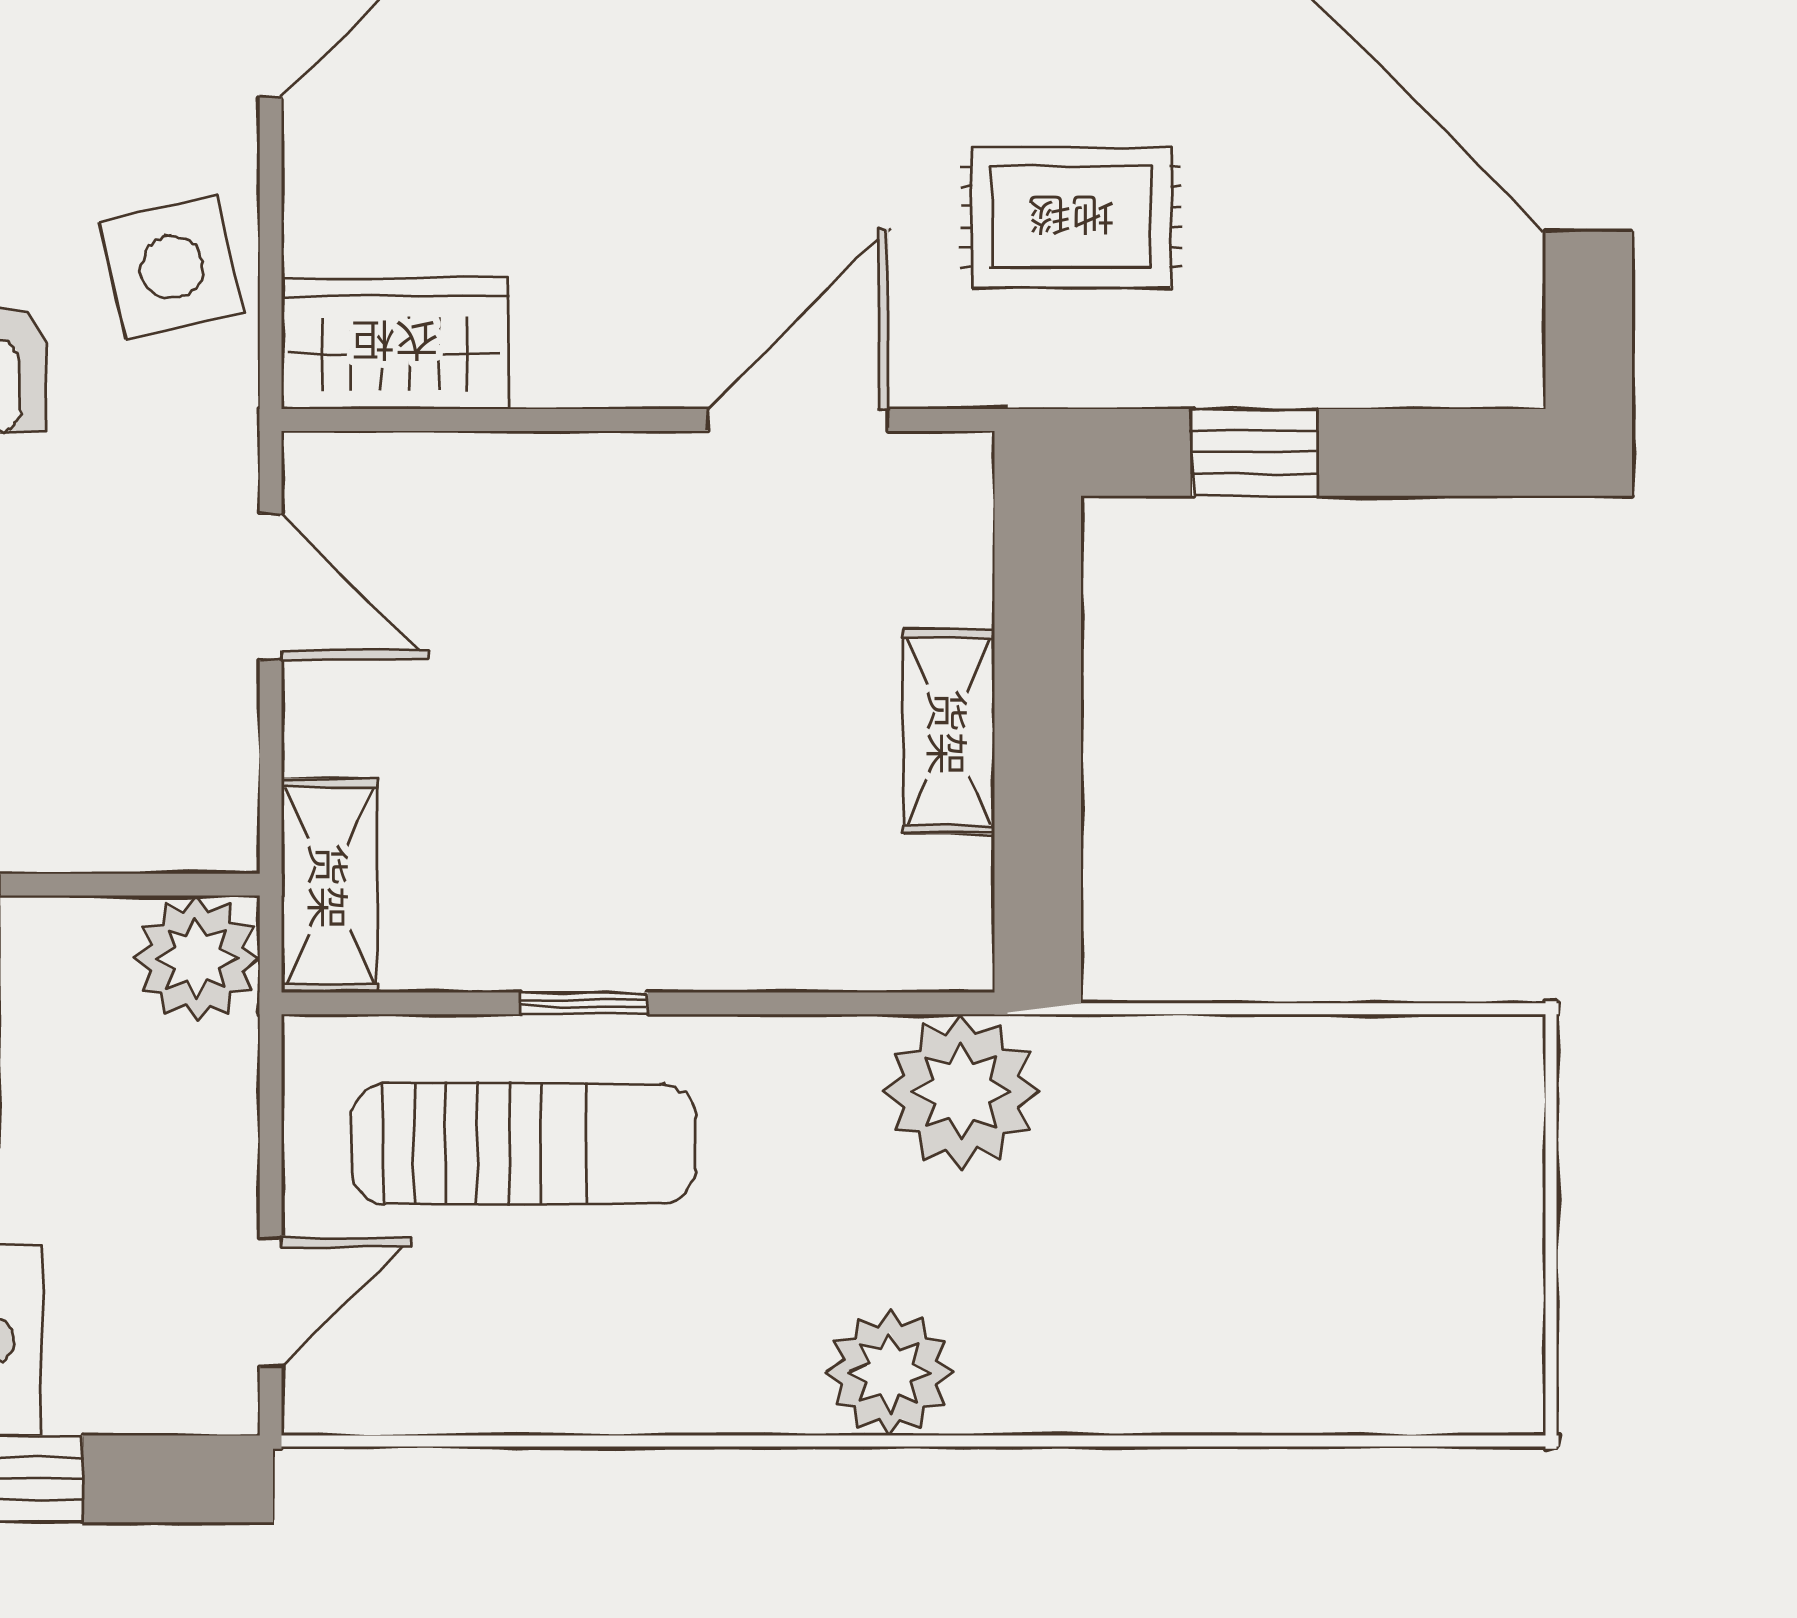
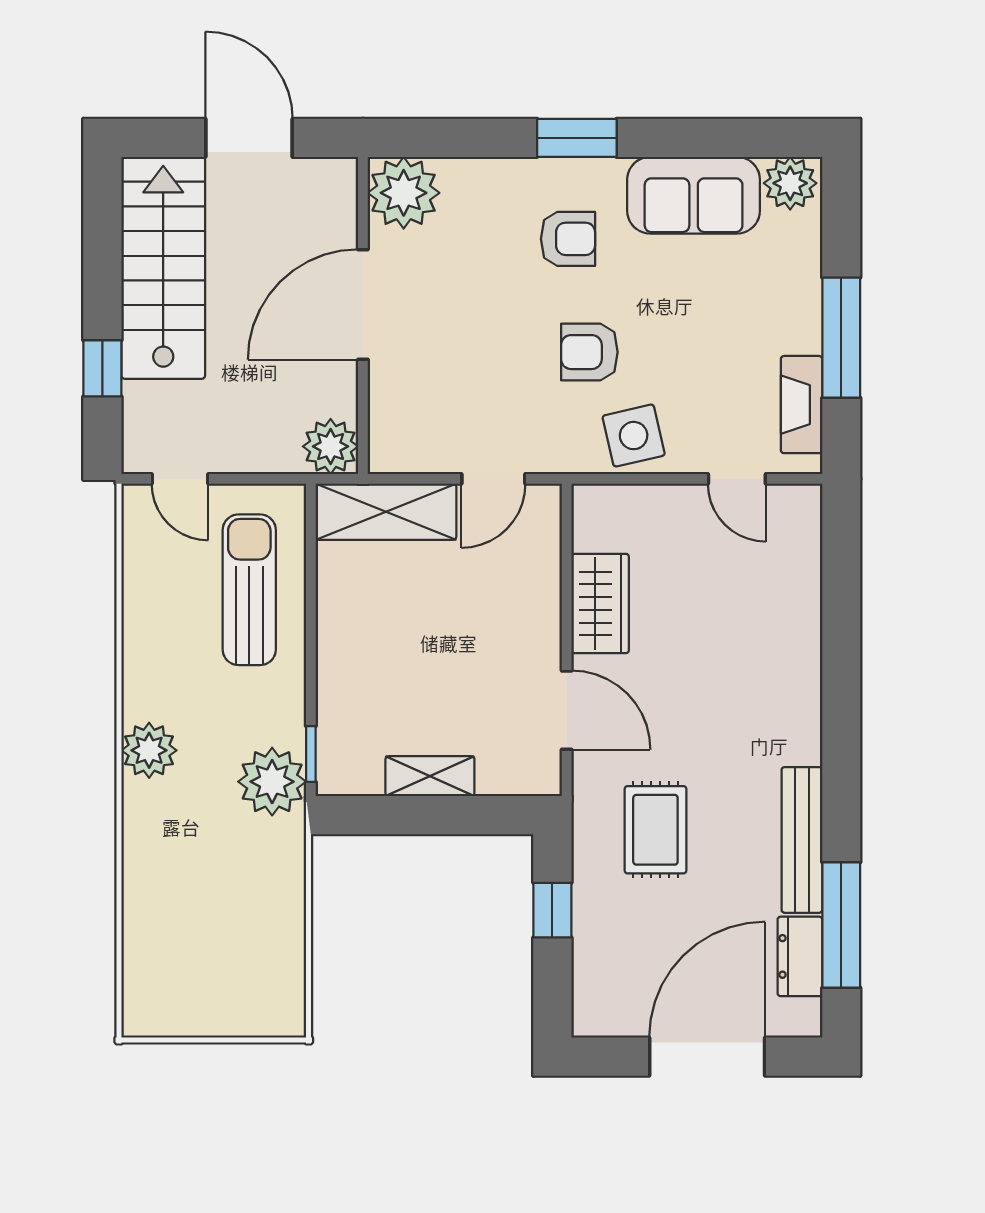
wardrobe: (395, 343) -> (600, 603), moved
shelving: (330, 886) -> (386, 512), width x1.50, depth x1.33
window: (584, 1003) -> (311, 754), moved
sun lounger: (524, 1144) -> (249, 590), turned 180

